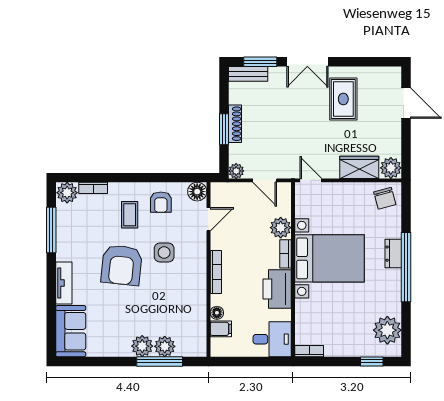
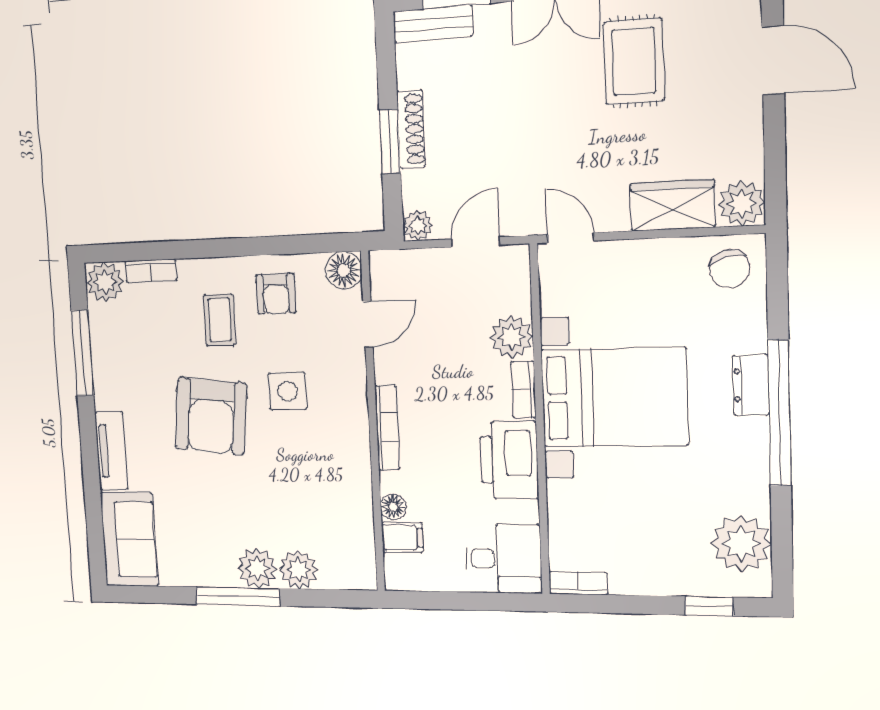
door: (265, 180) -> (475, 242), swing flipped
window: (160, 361) -> (238, 596), moved

